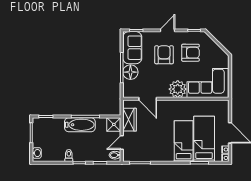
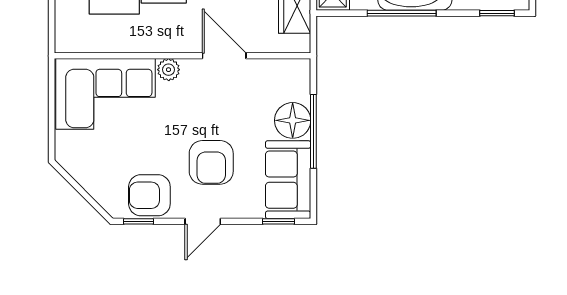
armchair: (190, 53) -> (149, 195), moved
plant: (178, 89) -> (169, 70), width x0.53, depth x0.53
door: (148, 99) -> (224, 56), moved

